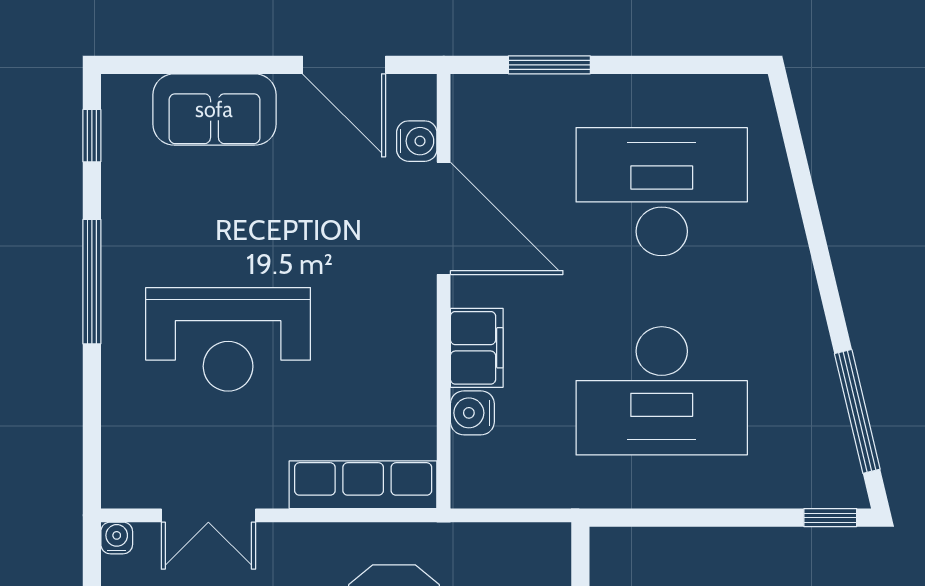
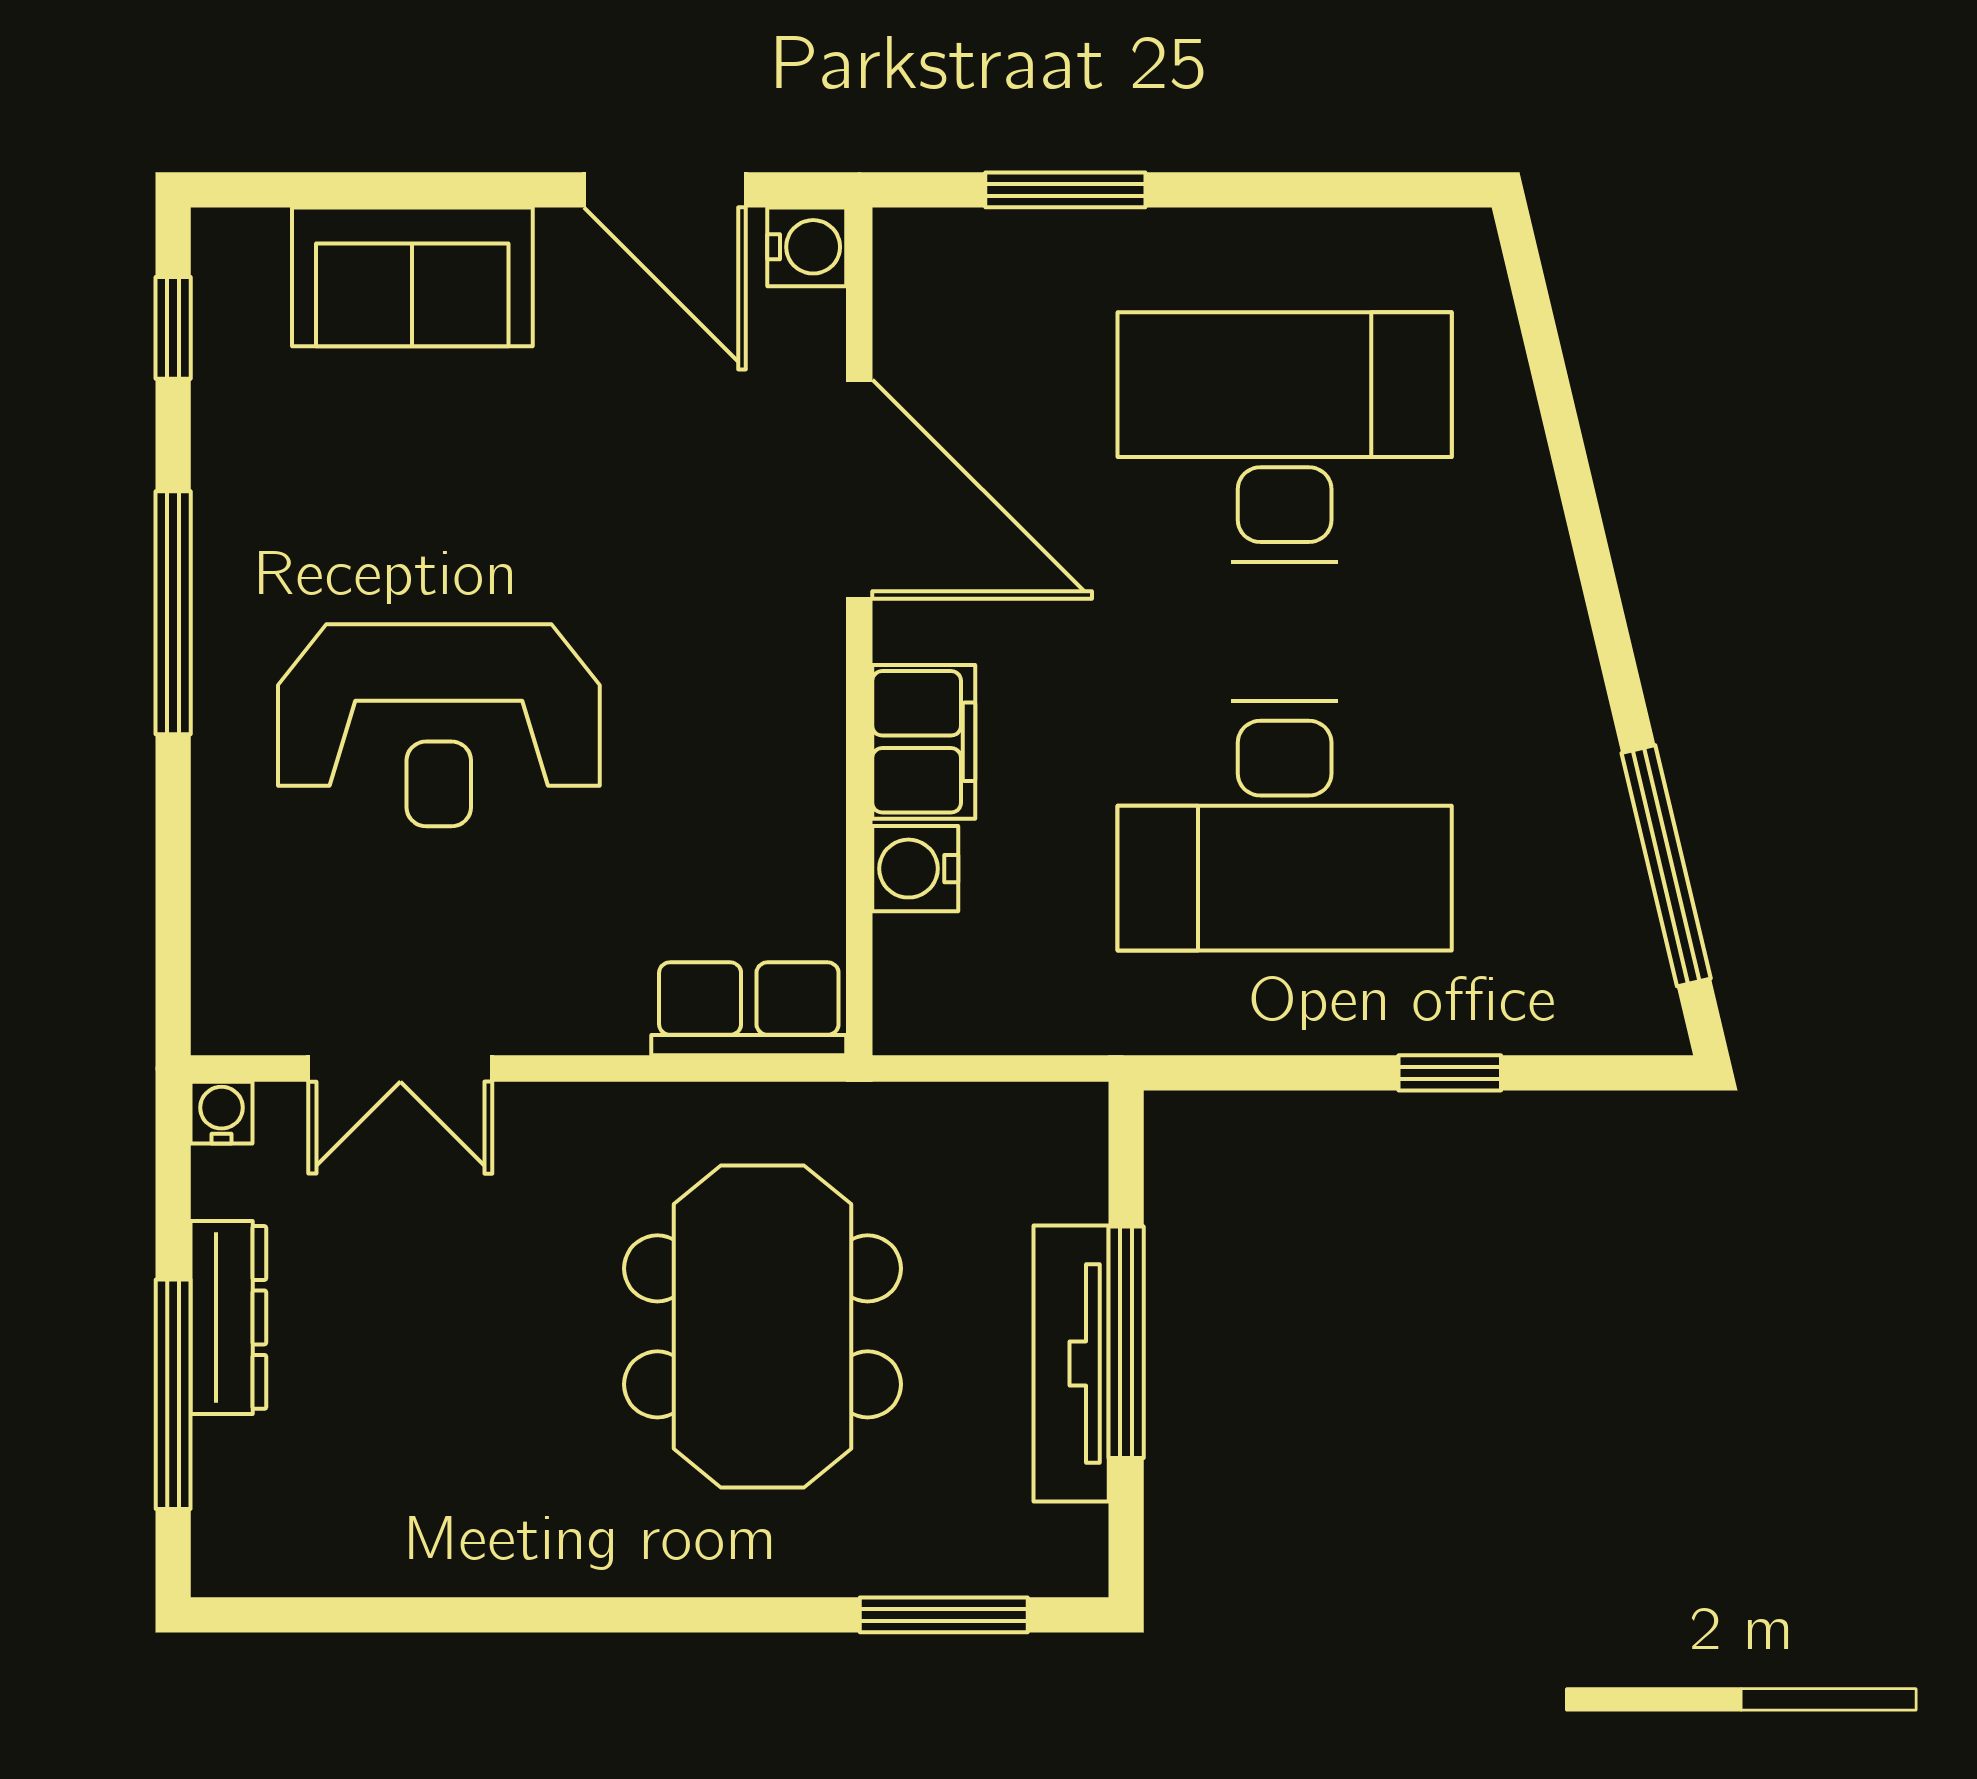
water cooler: (417, 141) -> (807, 247), moved
row of seats: (363, 485) -> (749, 1009), width x0.68
window: (830, 518) -> (1450, 1073), moved

